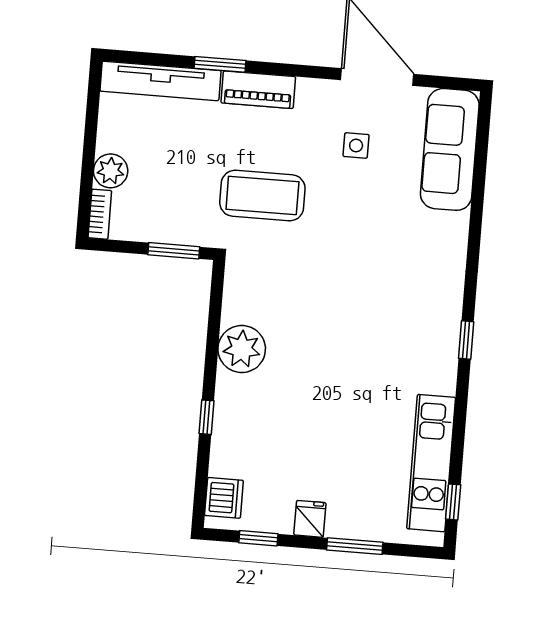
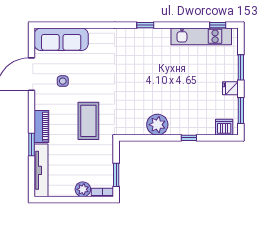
window: (174, 251) -> (116, 175), moved
window: (258, 538) -> (241, 110), width x1.50

